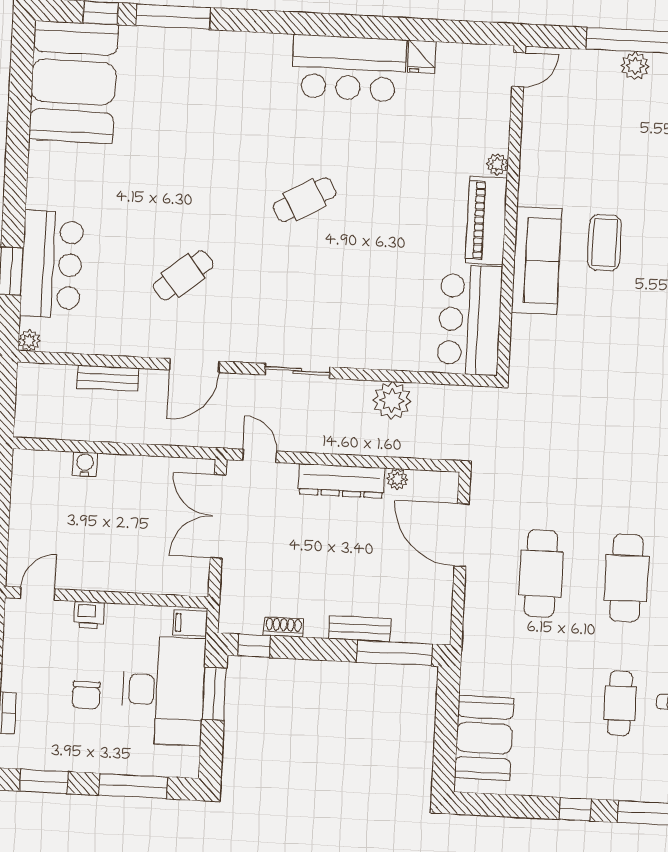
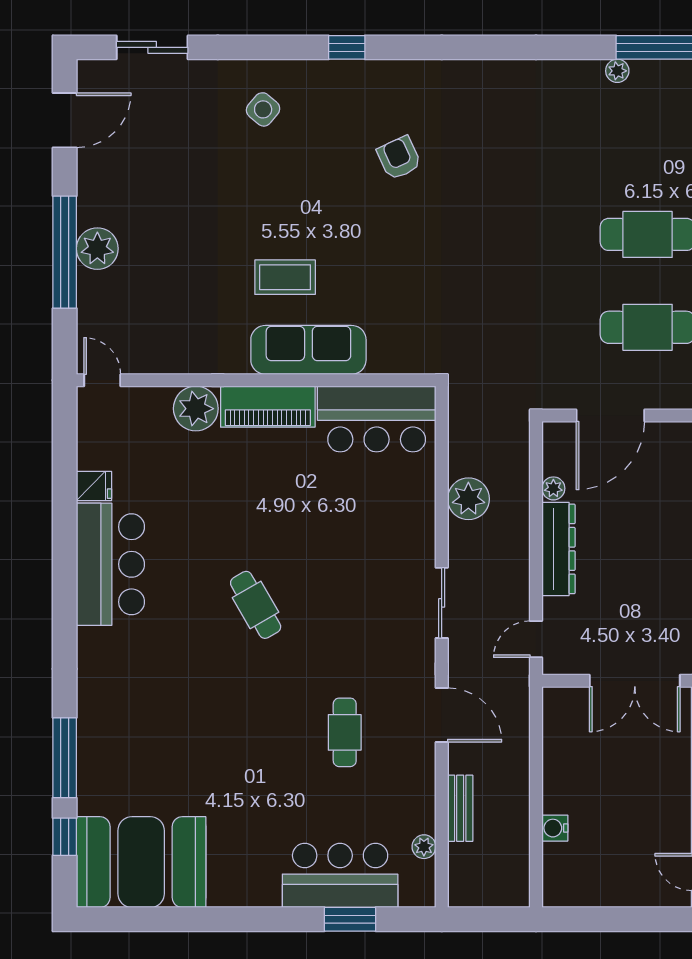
plant: (635, 66) -> (97, 249), width x1.36, depth x1.36
plant: (497, 164) -> (196, 409), width x1.87, depth x1.87
cafe table: (183, 275) -> (345, 732), turned 38
plant: (29, 340) -> (424, 847), moved
double door: (218, 516) -> (635, 681), moved

